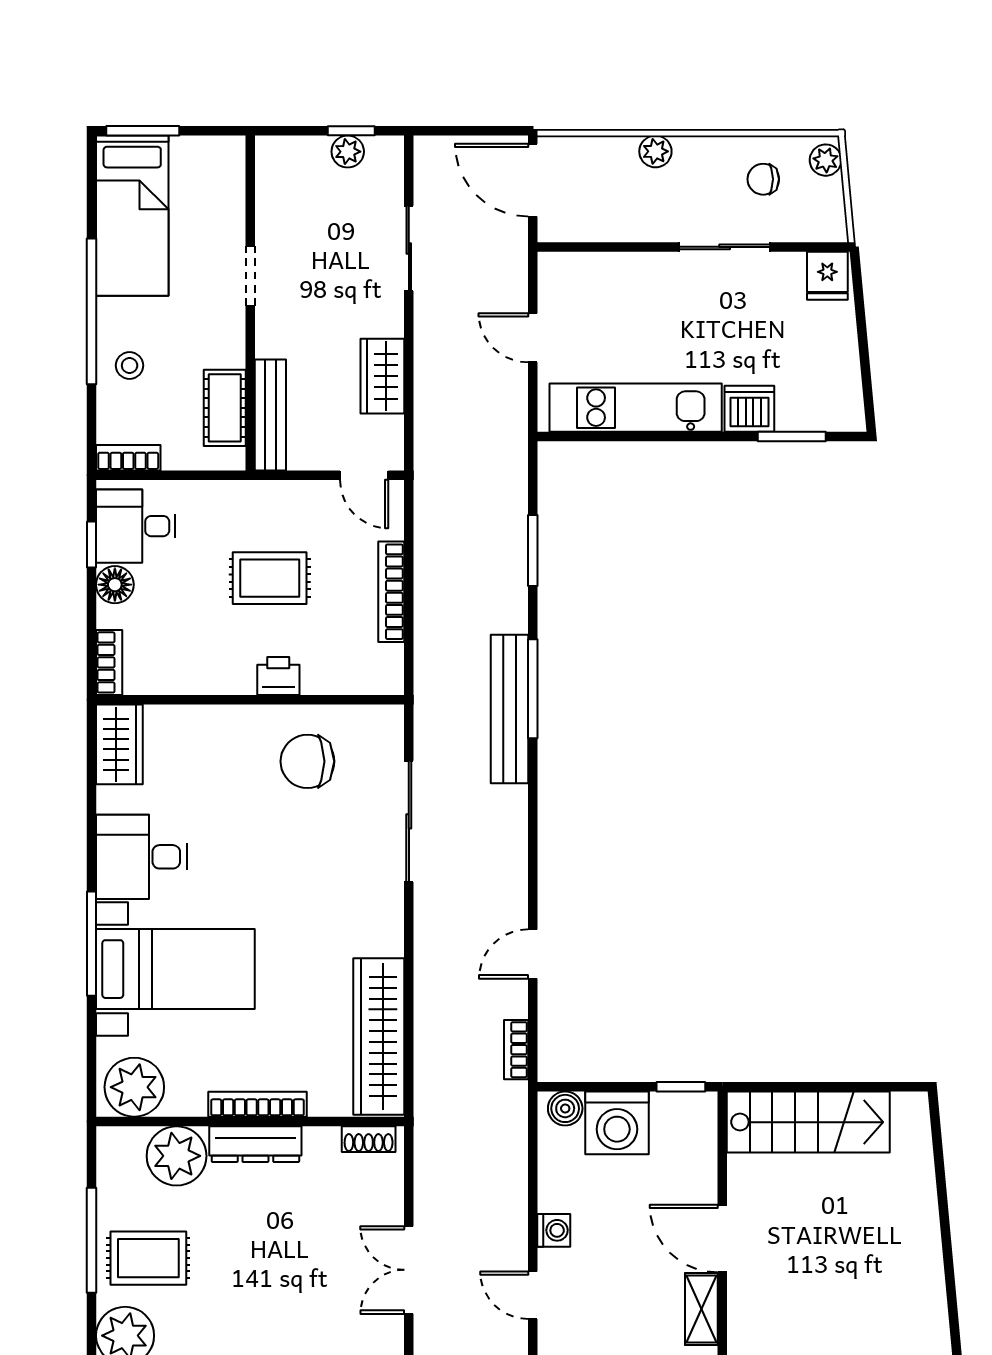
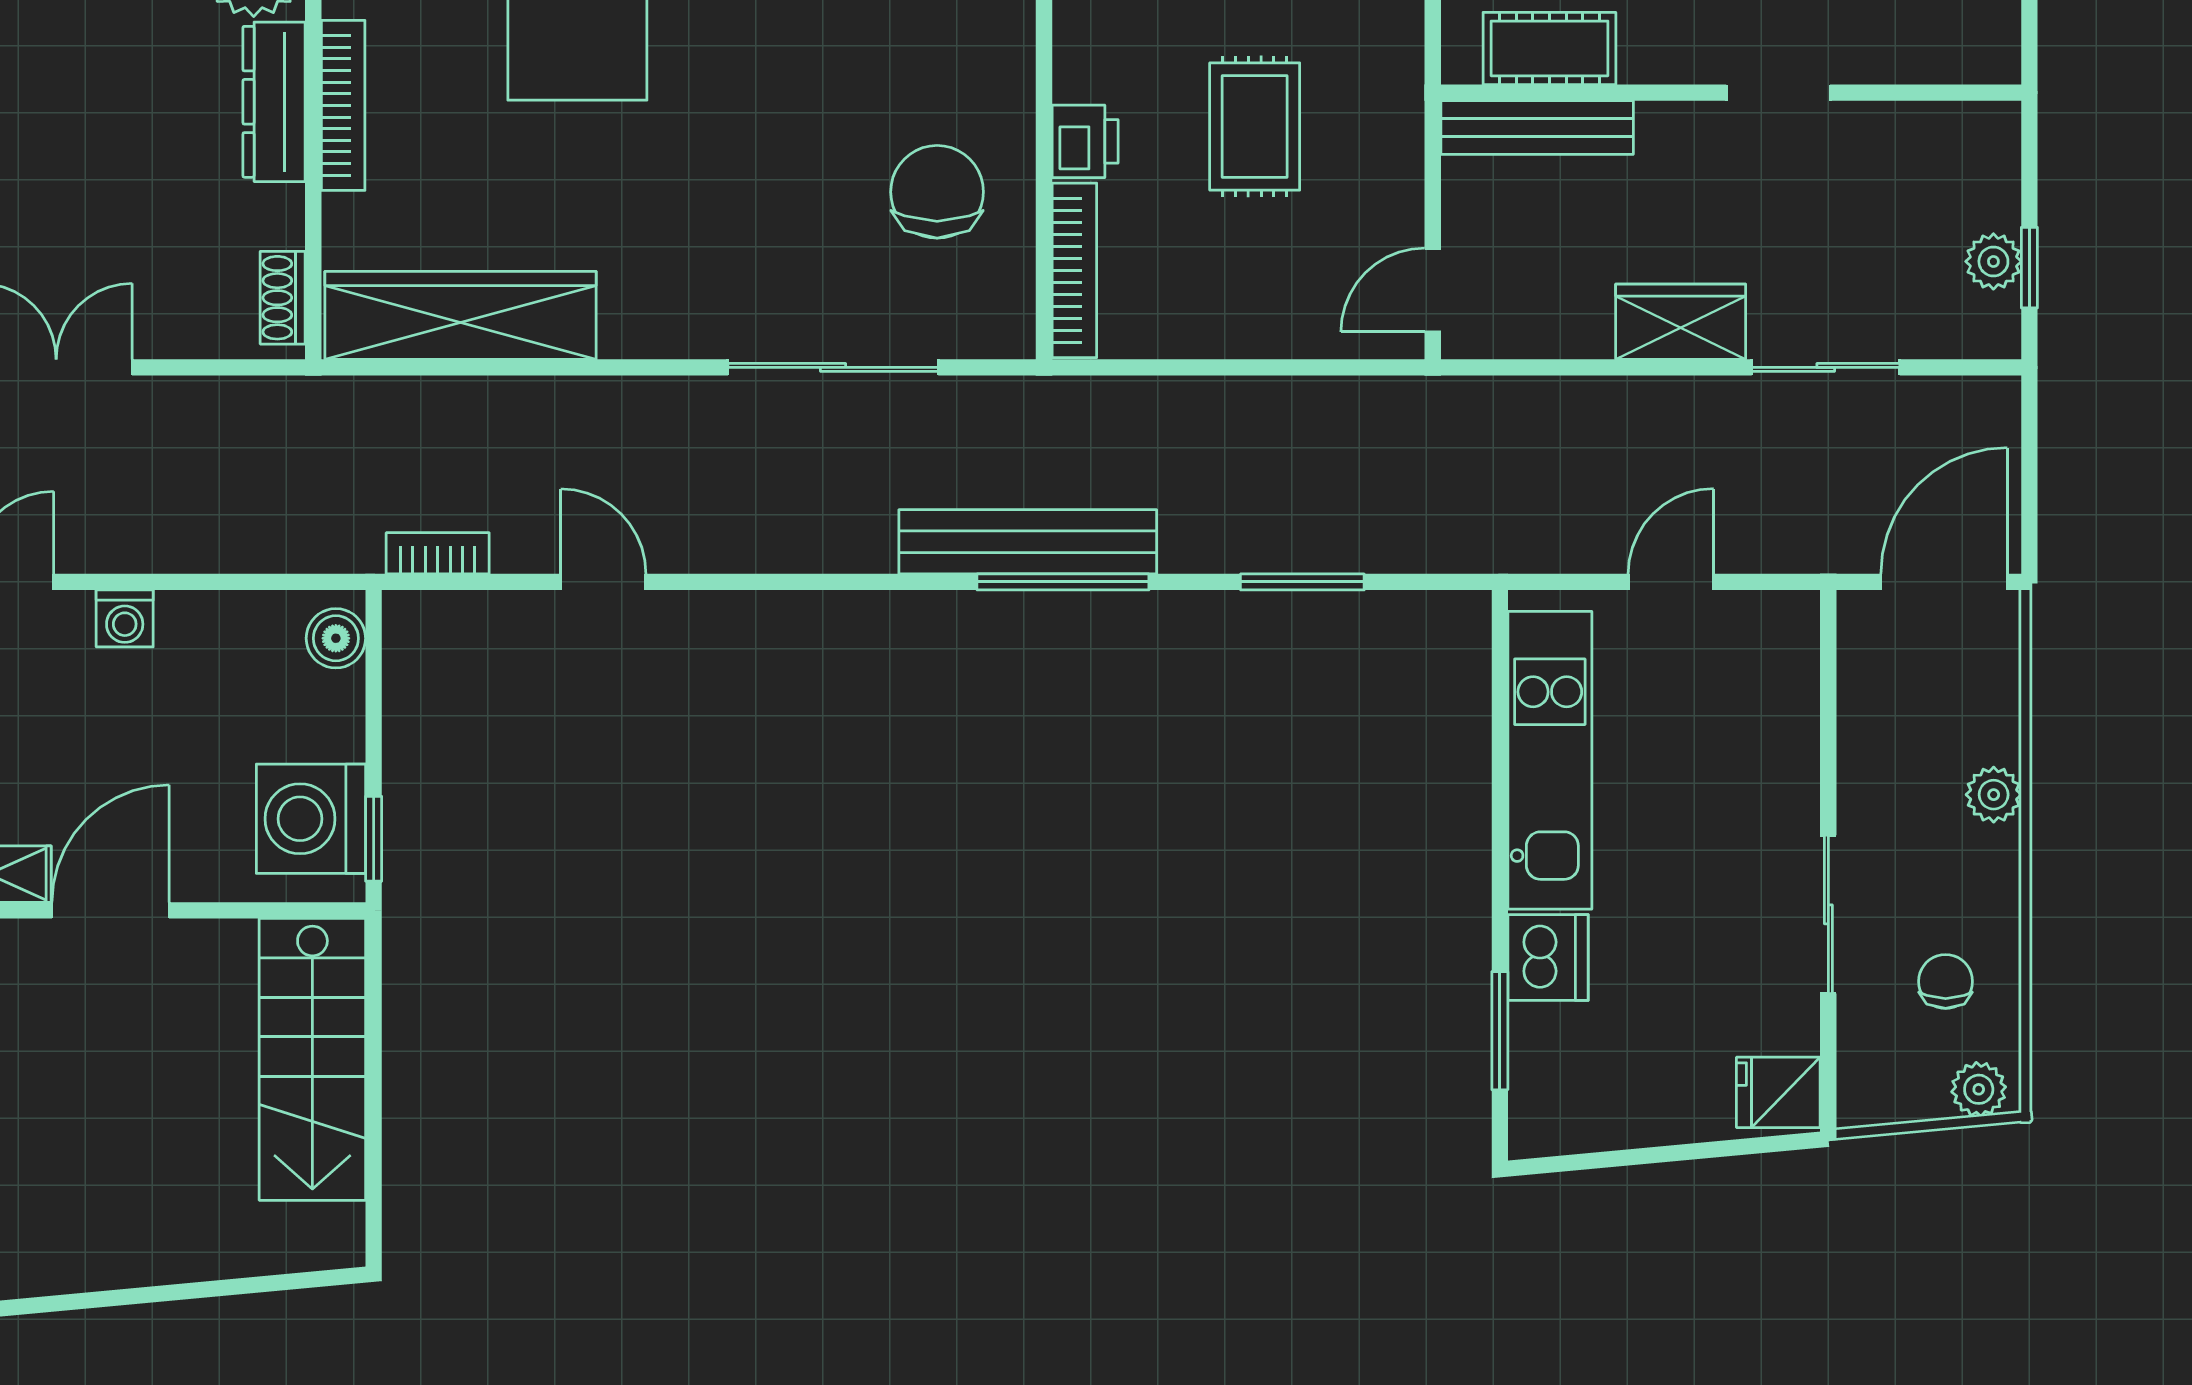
wardrobe: (382, 376) -> (1681, 322), moved
bookcase: (391, 592) -> (1074, 270), moved, turned 90
washing machine: (617, 1123) -> (311, 819), moved

